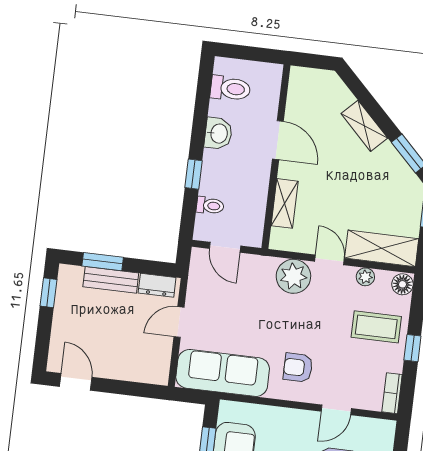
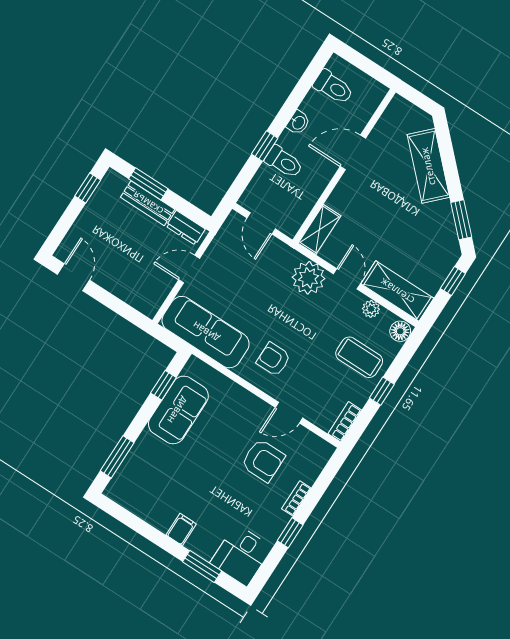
shelving: (364, 126) -> (428, 166), width x1.50, depth x1.33
washbasin: (218, 133) -> (298, 123), width x0.72, depth x0.69
door: (278, 140) -> (353, 152), swing flipped
shelving: (285, 203) -> (319, 230), moved
toilet: (210, 206) -> (284, 162), moved, width x1.37, depth x1.39

